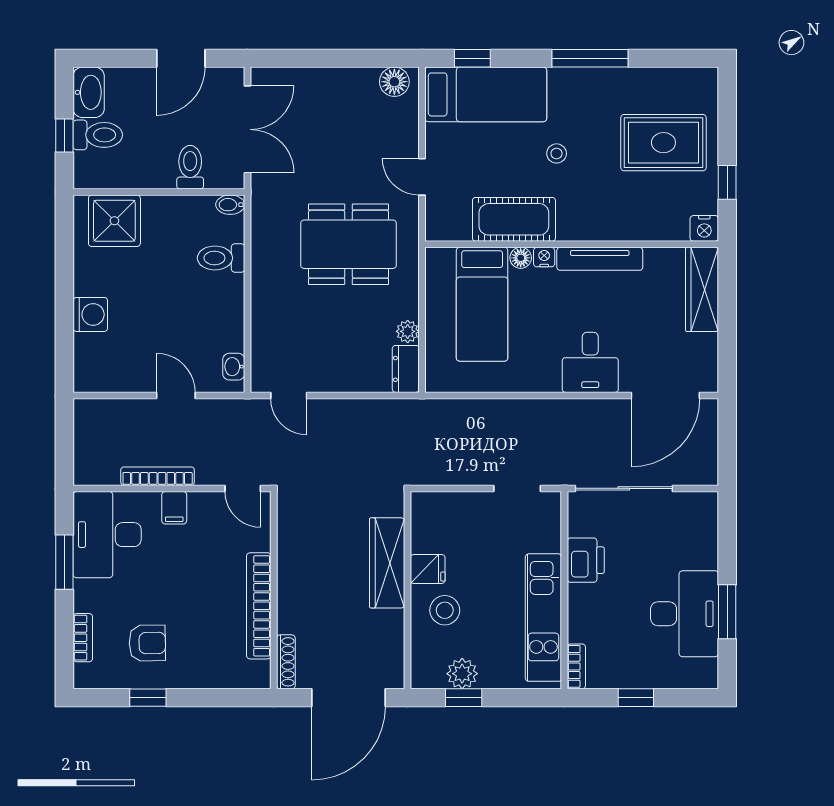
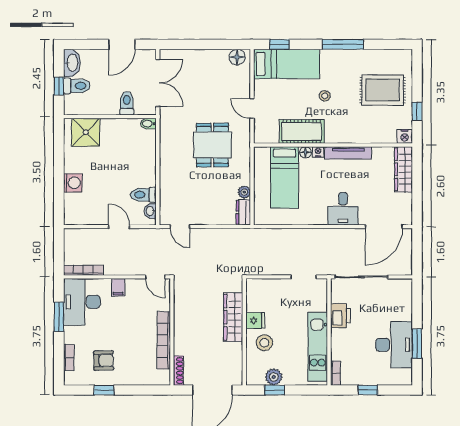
dining table: (349, 244) -> (212, 145), width x0.73
toilet: (221, 258) -> (143, 195), moved
bookcase: (158, 476) -> (83, 270), moved

